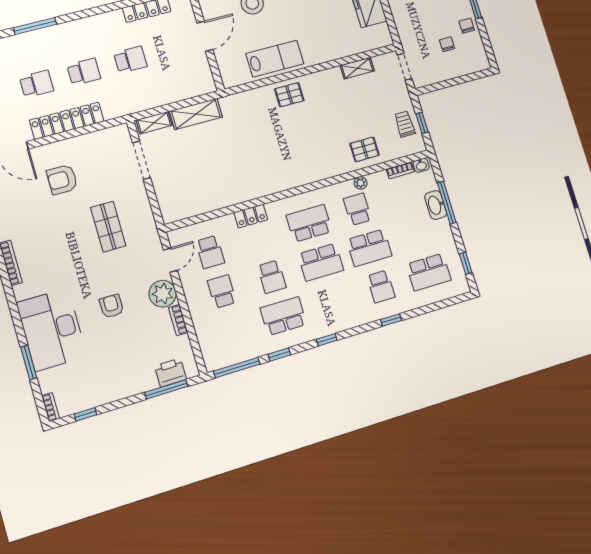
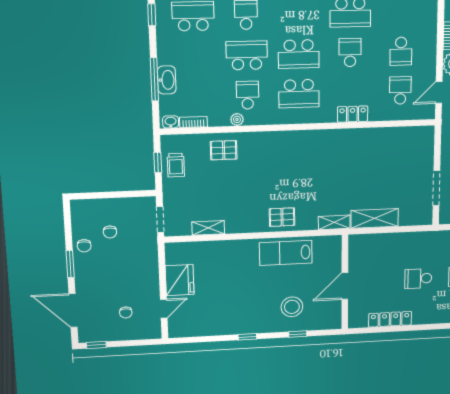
shelving: (154, 123) -> (334, 222), moved
school desk: (357, 209) -> (248, 95), turned 180
school desk: (321, 262) -> (299, 54), turned 180

